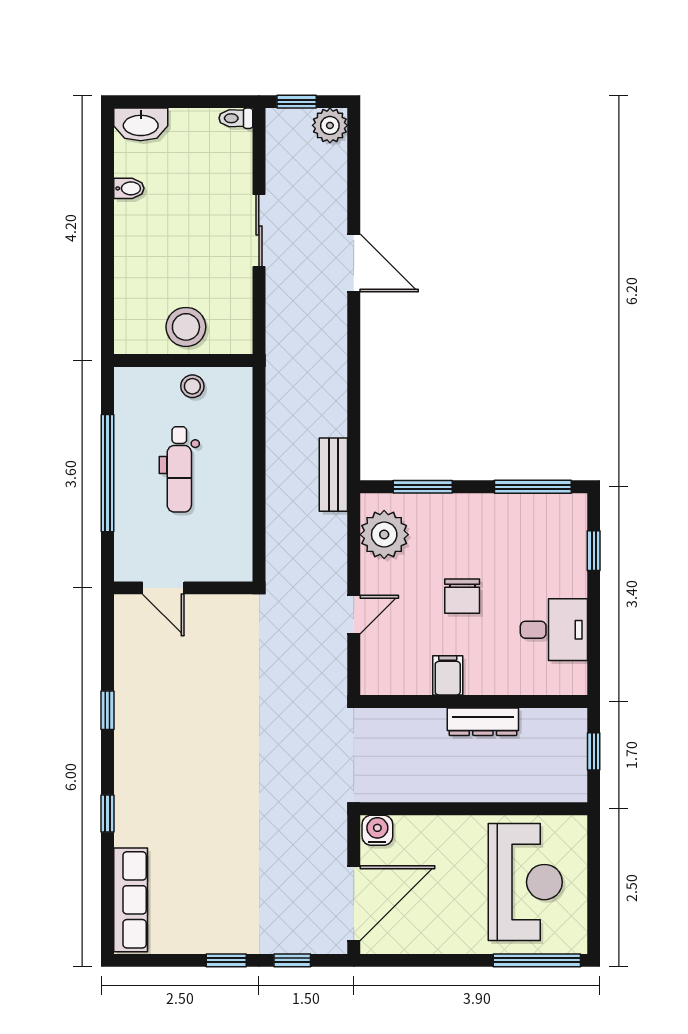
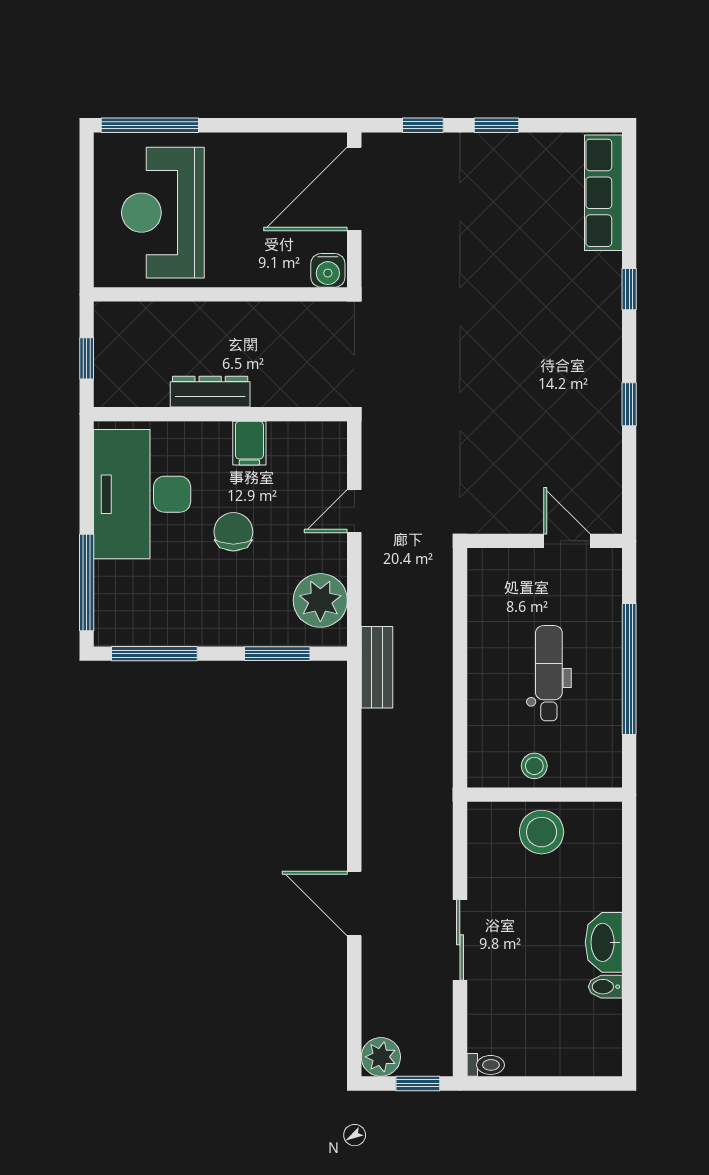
washbasin: (141, 124) -> (604, 942), moved, turned -90
window: (594, 551) -> (87, 583), width x2.17
desk: (554, 630) -> (142, 494), width x1.87, depth x1.30

